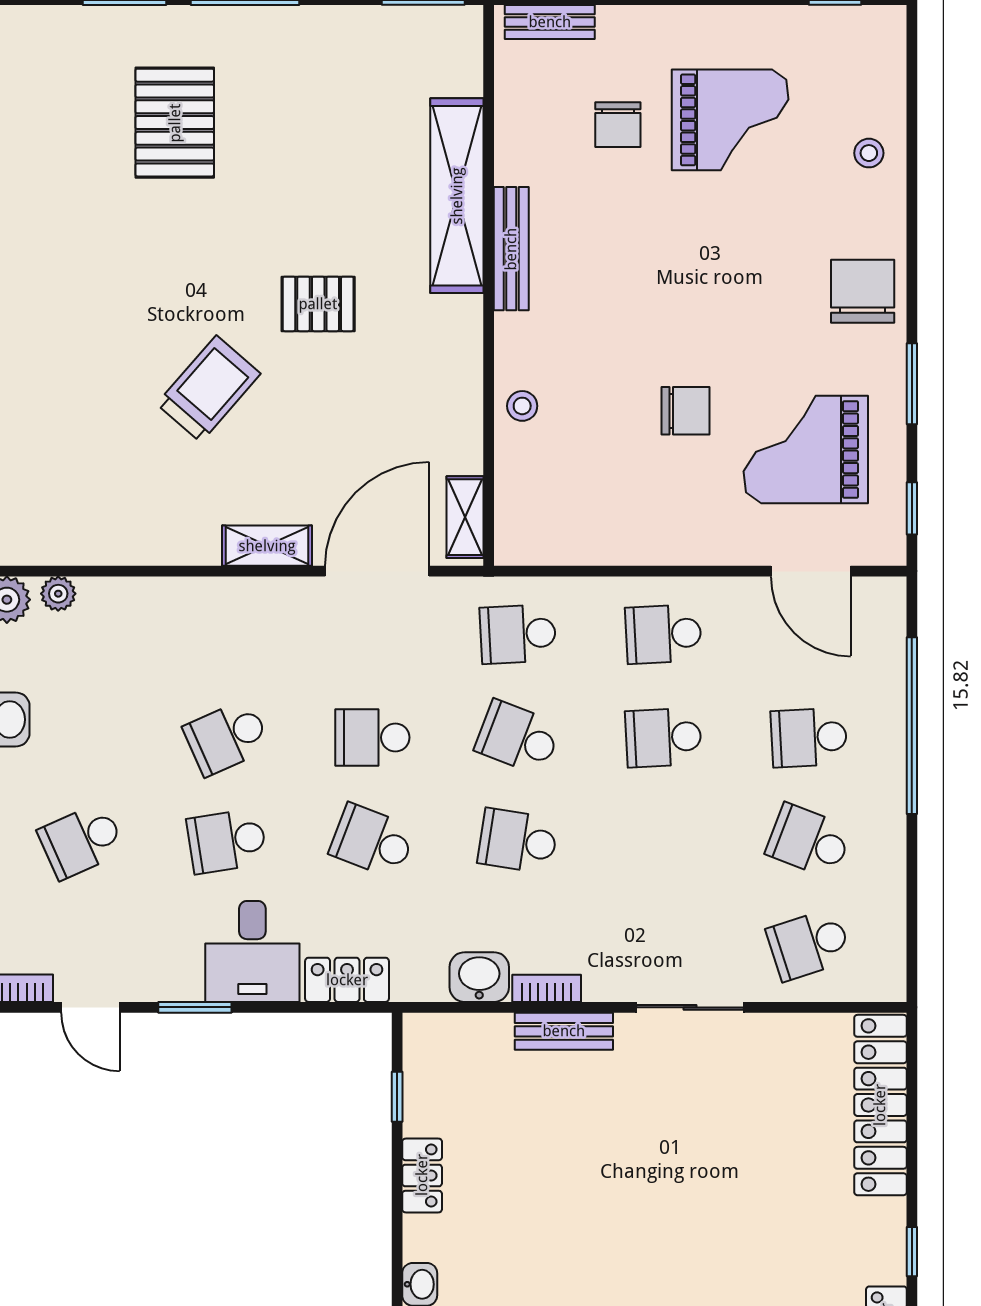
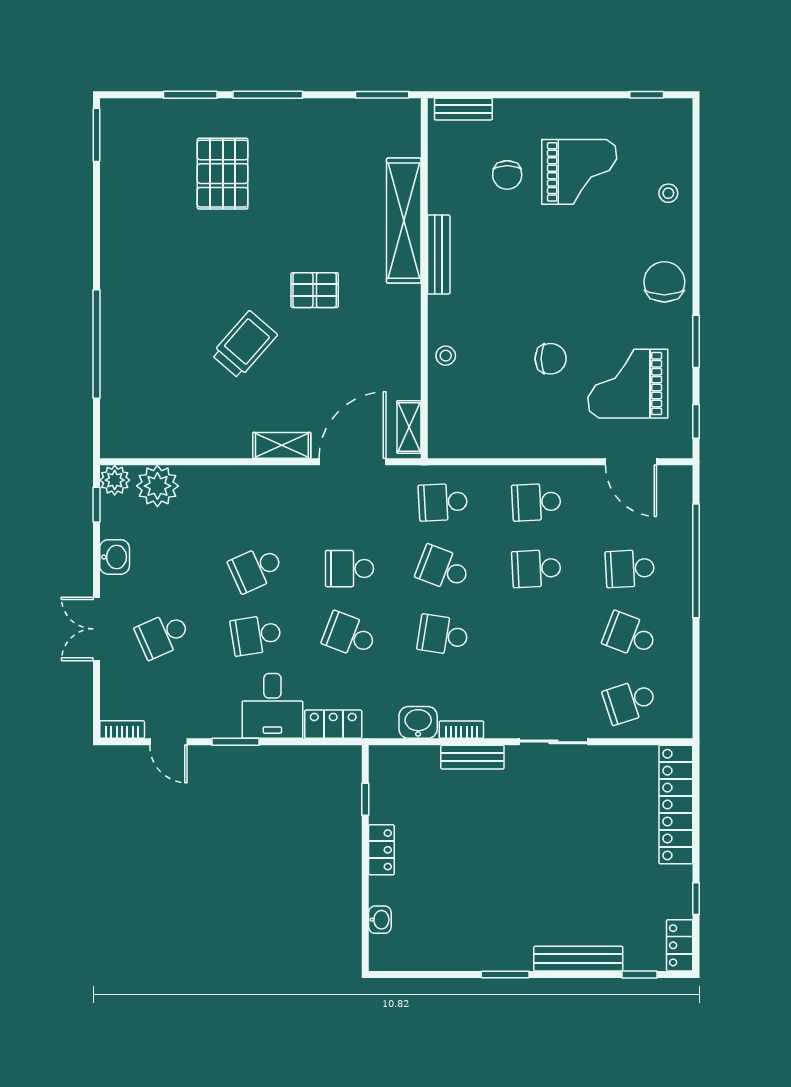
plant: (58, 594) -> (157, 486), width x1.88, depth x1.88

